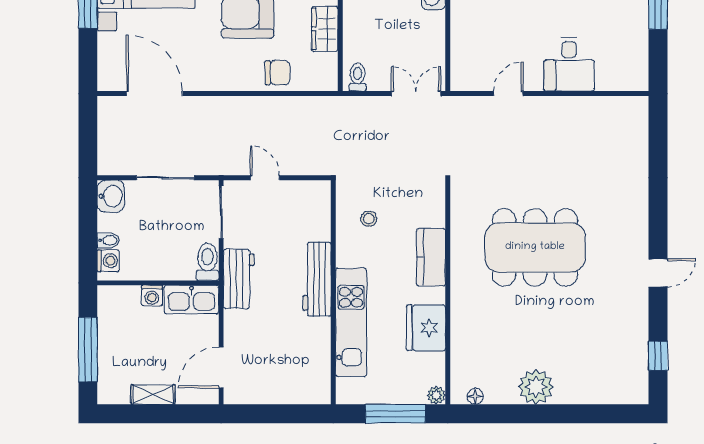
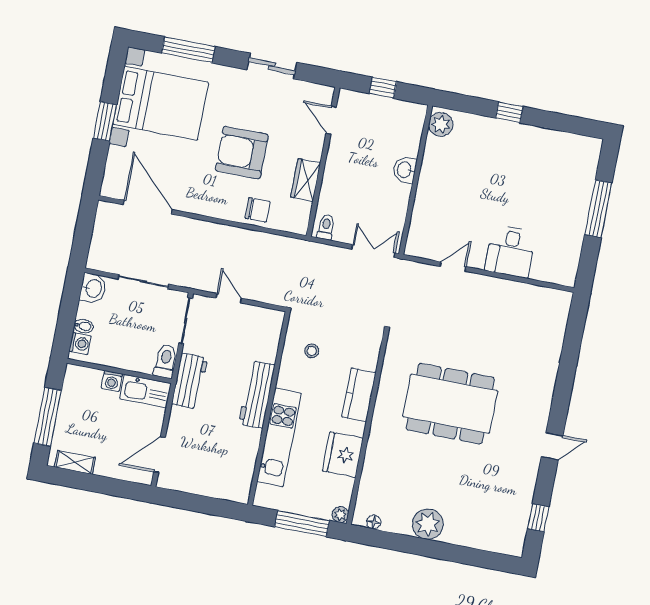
shelving: (153, 395) -> (75, 462), moved

